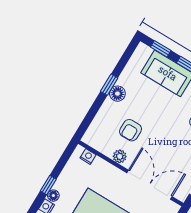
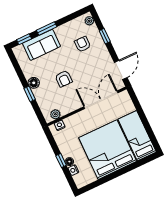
window: (109, 85) -> (30, 94), moved
armchair: (130, 130) -> (64, 79), moved
plant: (120, 156) -> (55, 114), moved

